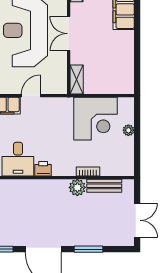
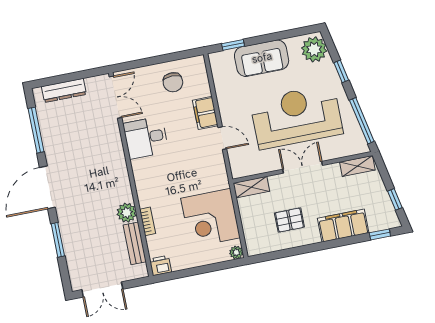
pallet: (110, 53) -> (289, 220), added
plant: (128, 130) -> (236, 252), moved
printer: (43, 169) -> (160, 265), moved, turned -90

